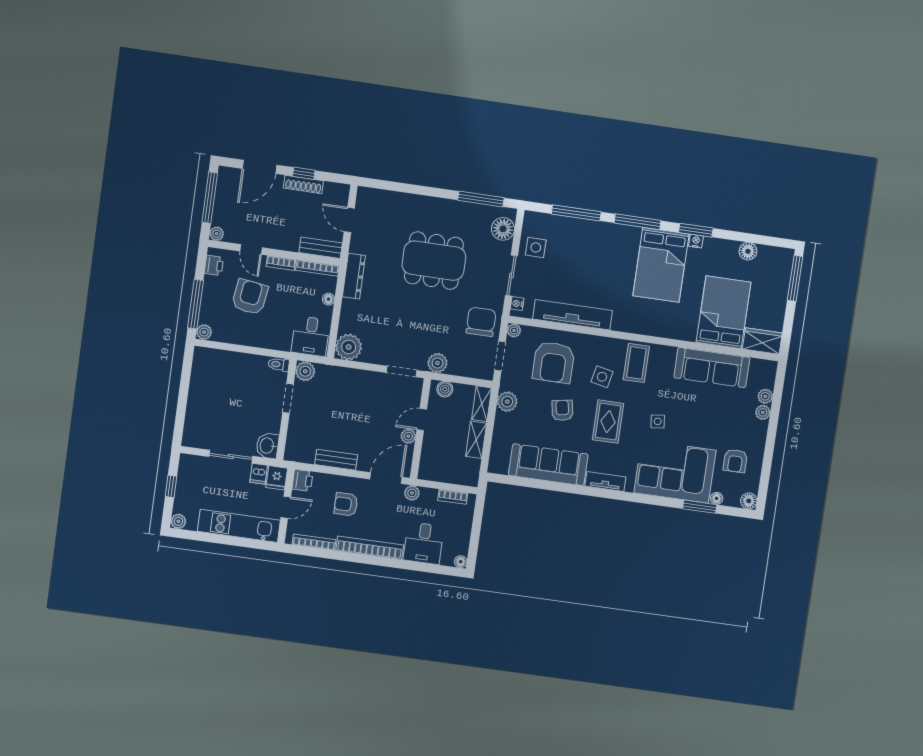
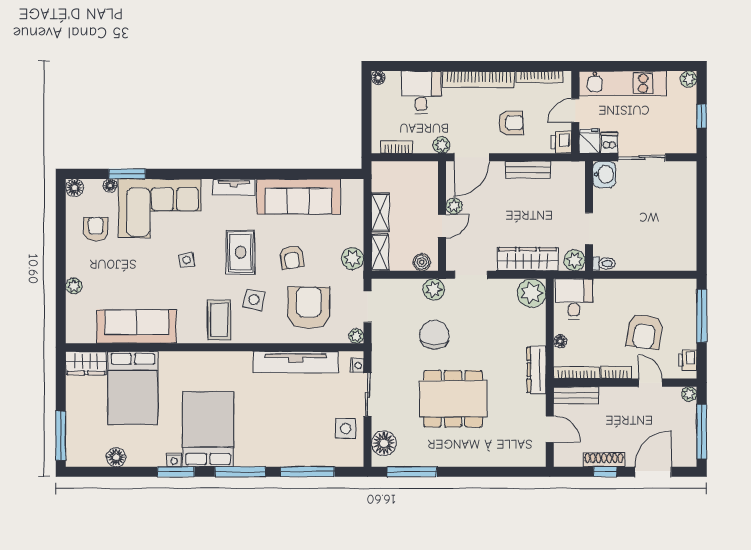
chair: (481, 322) -> (434, 335), moved, turned 180
plant: (204, 332) -> (688, 287), removed
wardrobe: (348, 378) -> (528, 259), added
plant: (765, 396) -> (74, 304), removed

